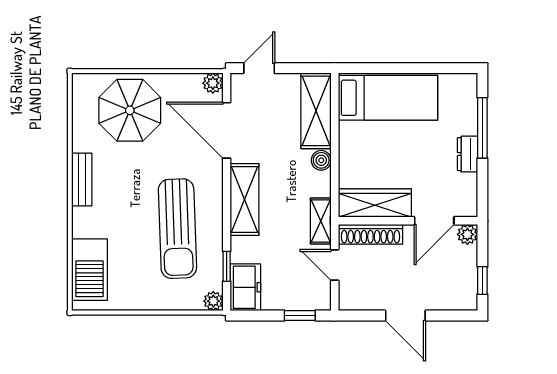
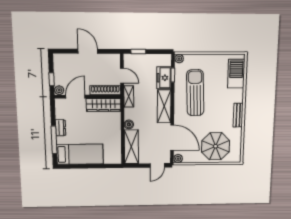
bed: (388, 98) -> (80, 154), moved, turned 180
window: (482, 280) -> (52, 79), moved
freezer: (245, 287) -> (164, 78), moved

